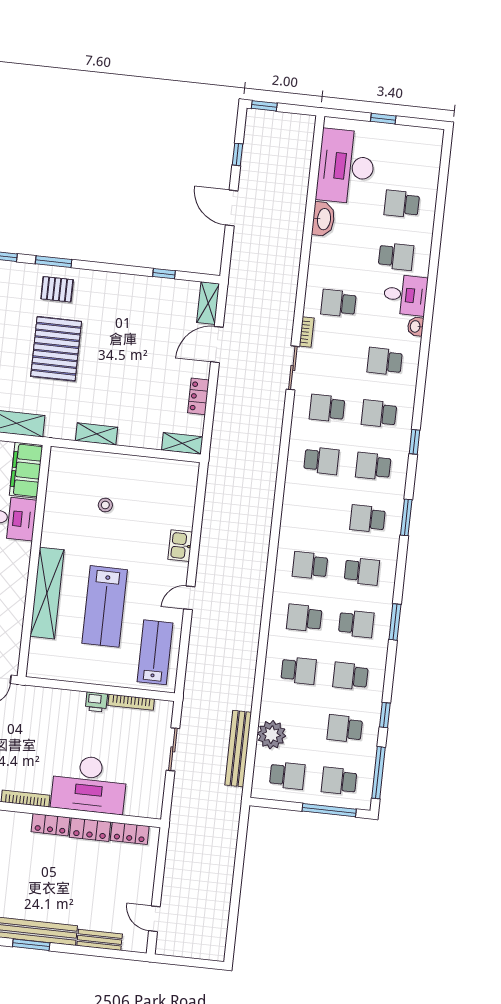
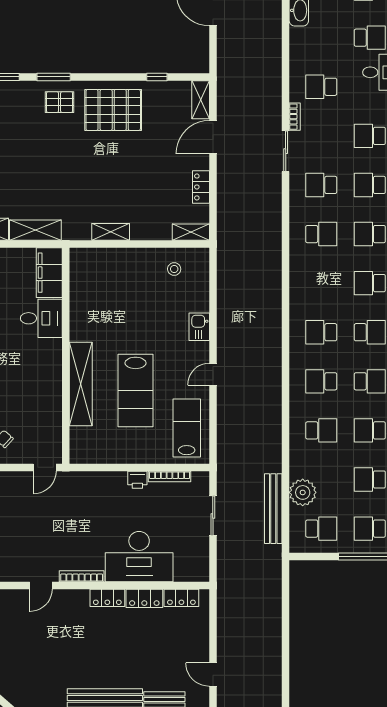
pallet: (56, 349) -> (113, 110), moved, turned 90
stool: (105, 505) -> (174, 269), moved

